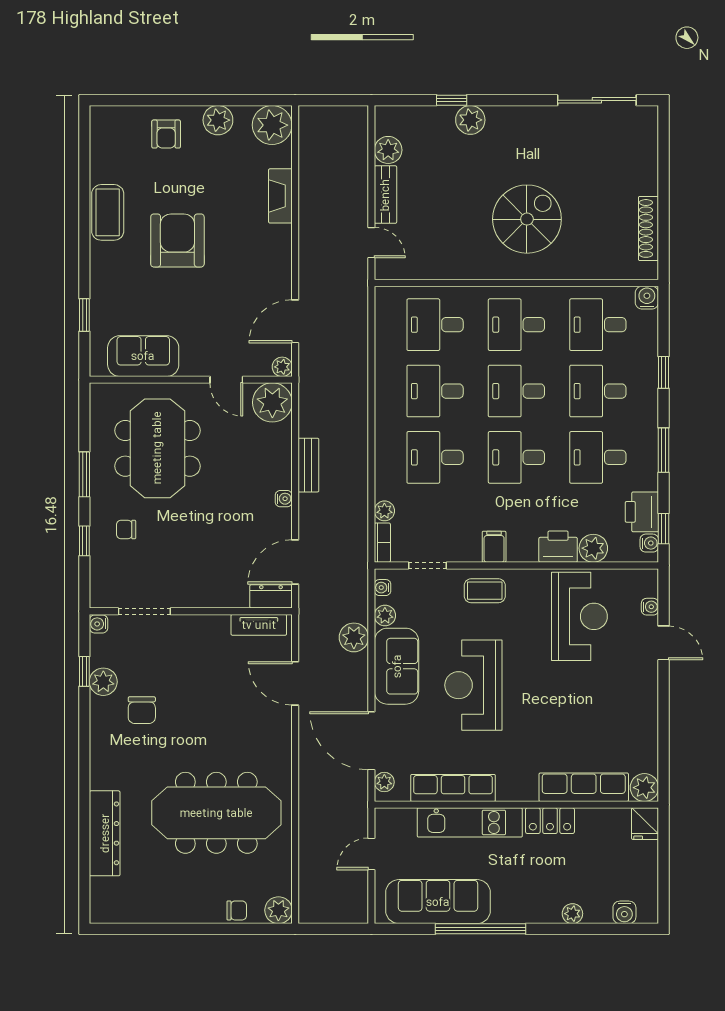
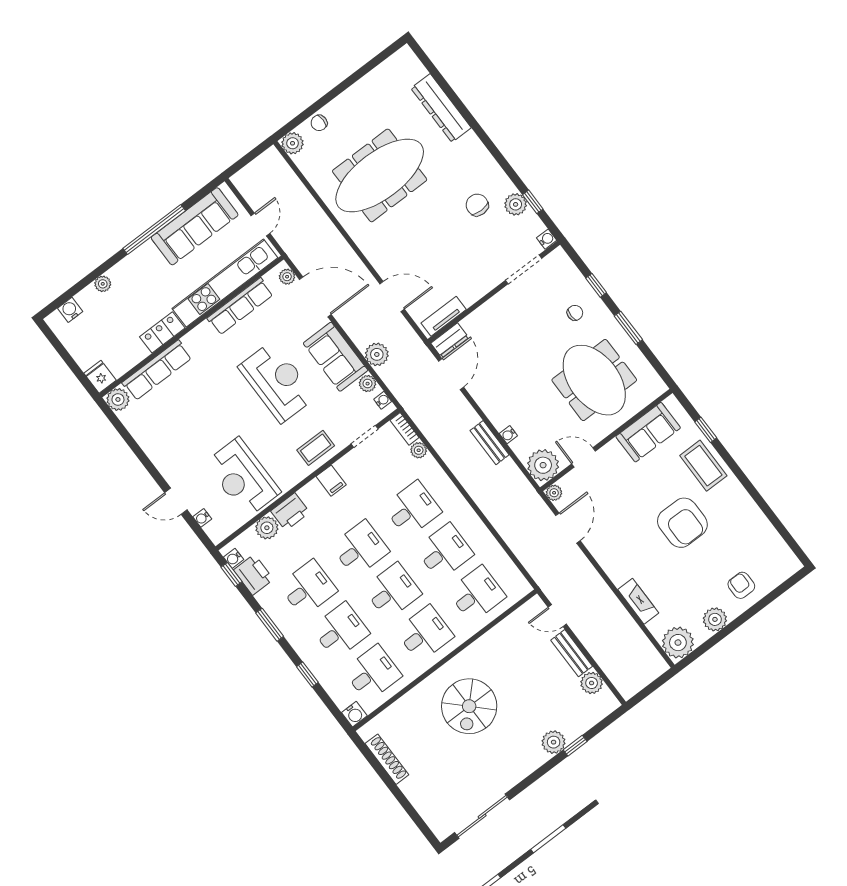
coffee table: (108, 212) -> (703, 466), moved
water cooler: (284, 499) -> (508, 435), moved
kitchen unit: (470, 822) -> (225, 283), width x1.36

